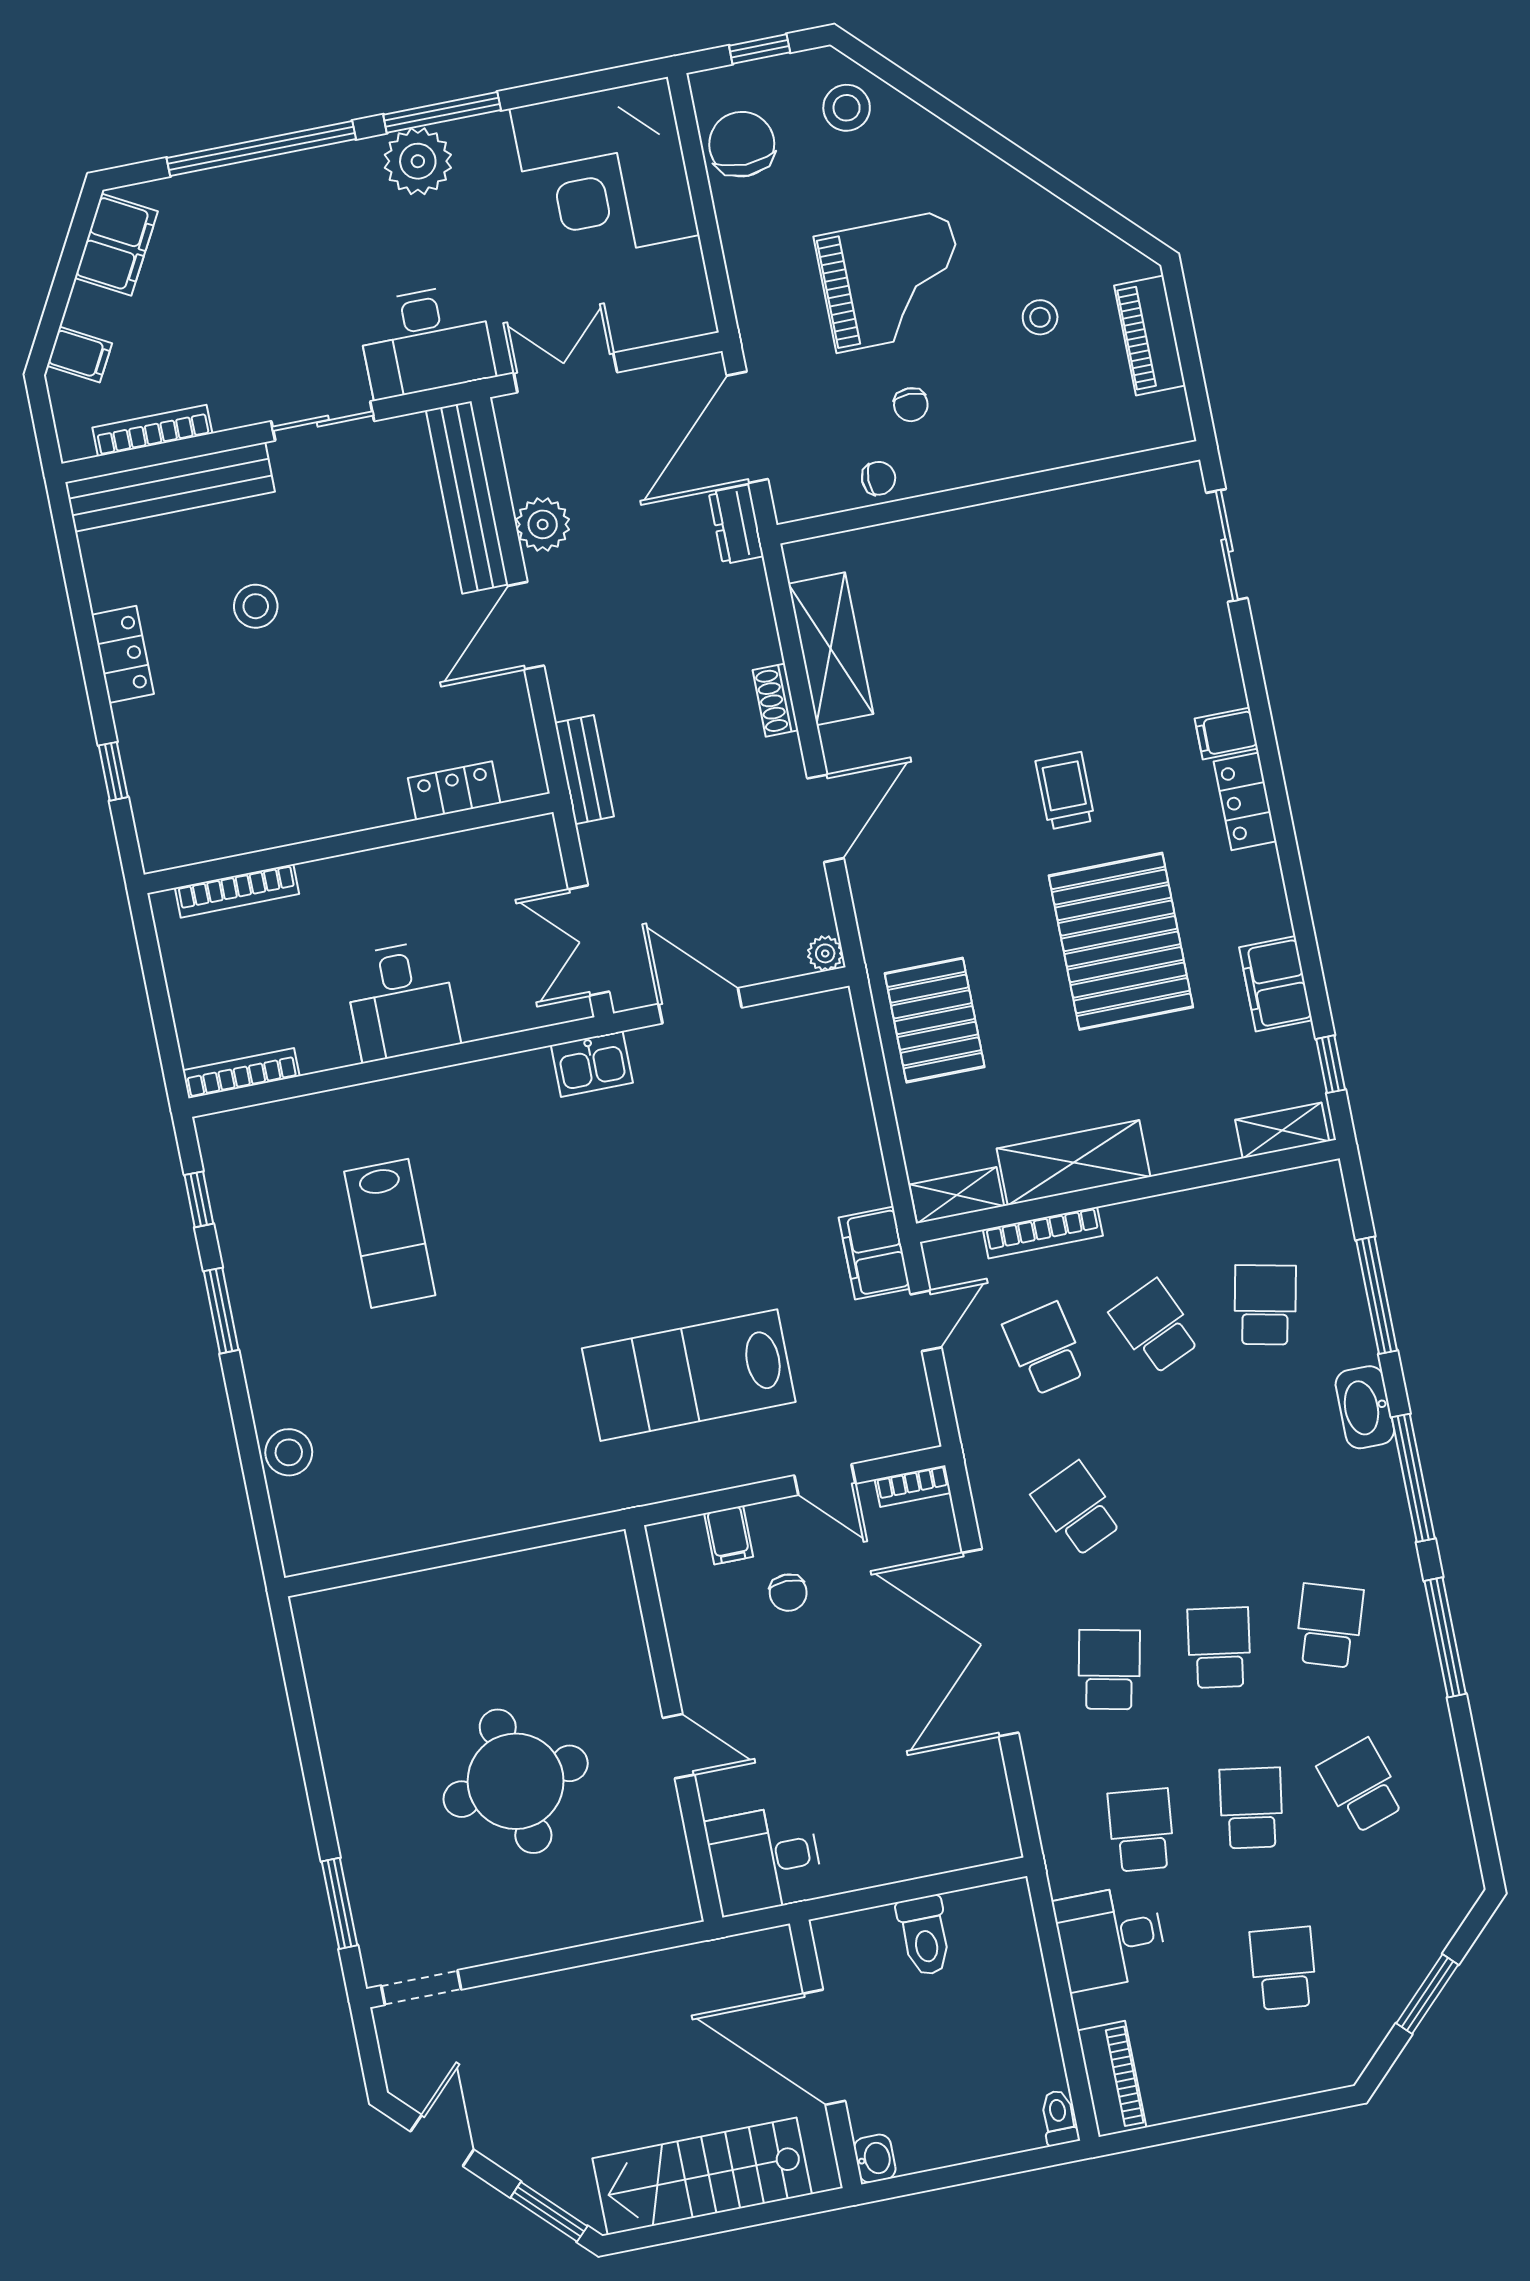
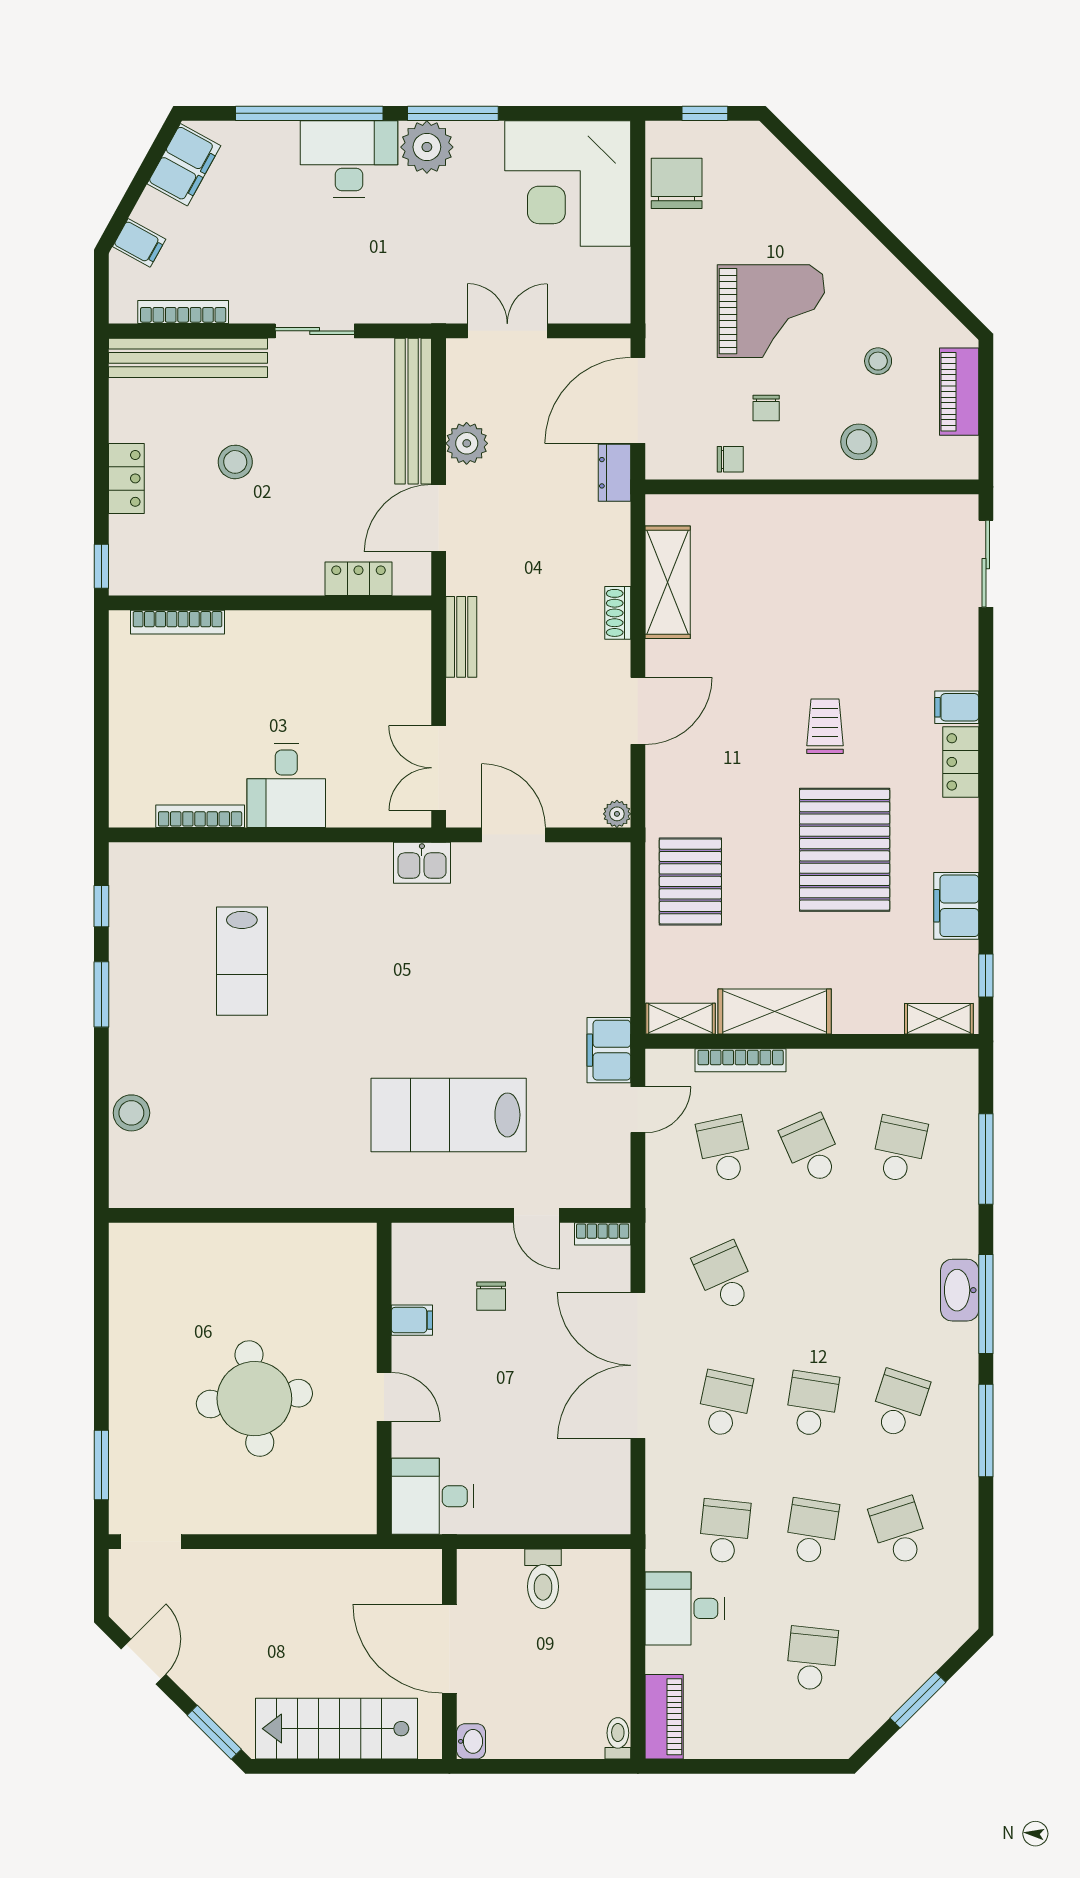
stool: (847, 108) -> (859, 442), moved
desk: (426, 341) -> (349, 159), moved, turned 180
locker: (454, 791) -> (359, 579), moved
wall: (349, 843) -> (270, 603), moved
bookcase: (237, 891) -> (177, 622), moved
bookcase: (241, 1073) -> (200, 816), moved
washbasin: (1365, 1407) -> (960, 1290), moved
filing cabinet: (729, 1535) -> (412, 1320), moved, turned -90

